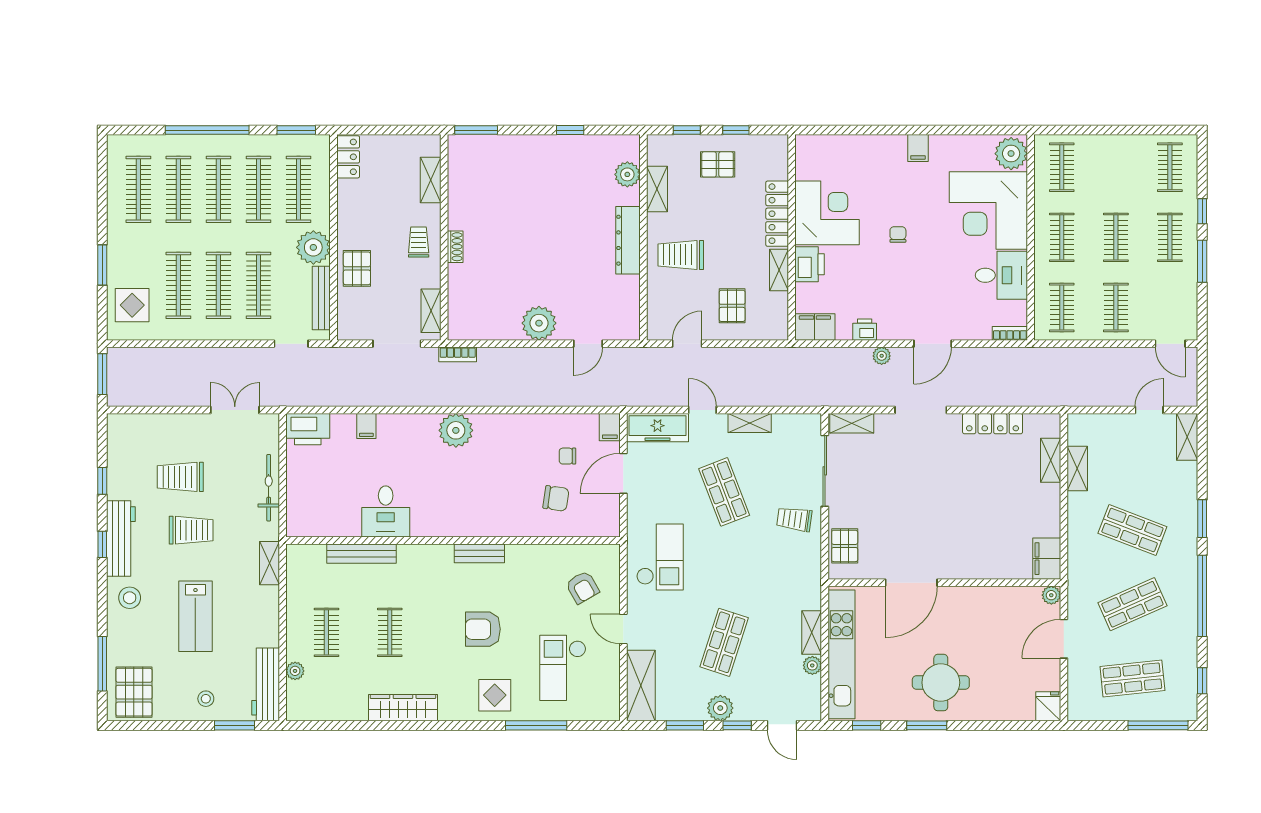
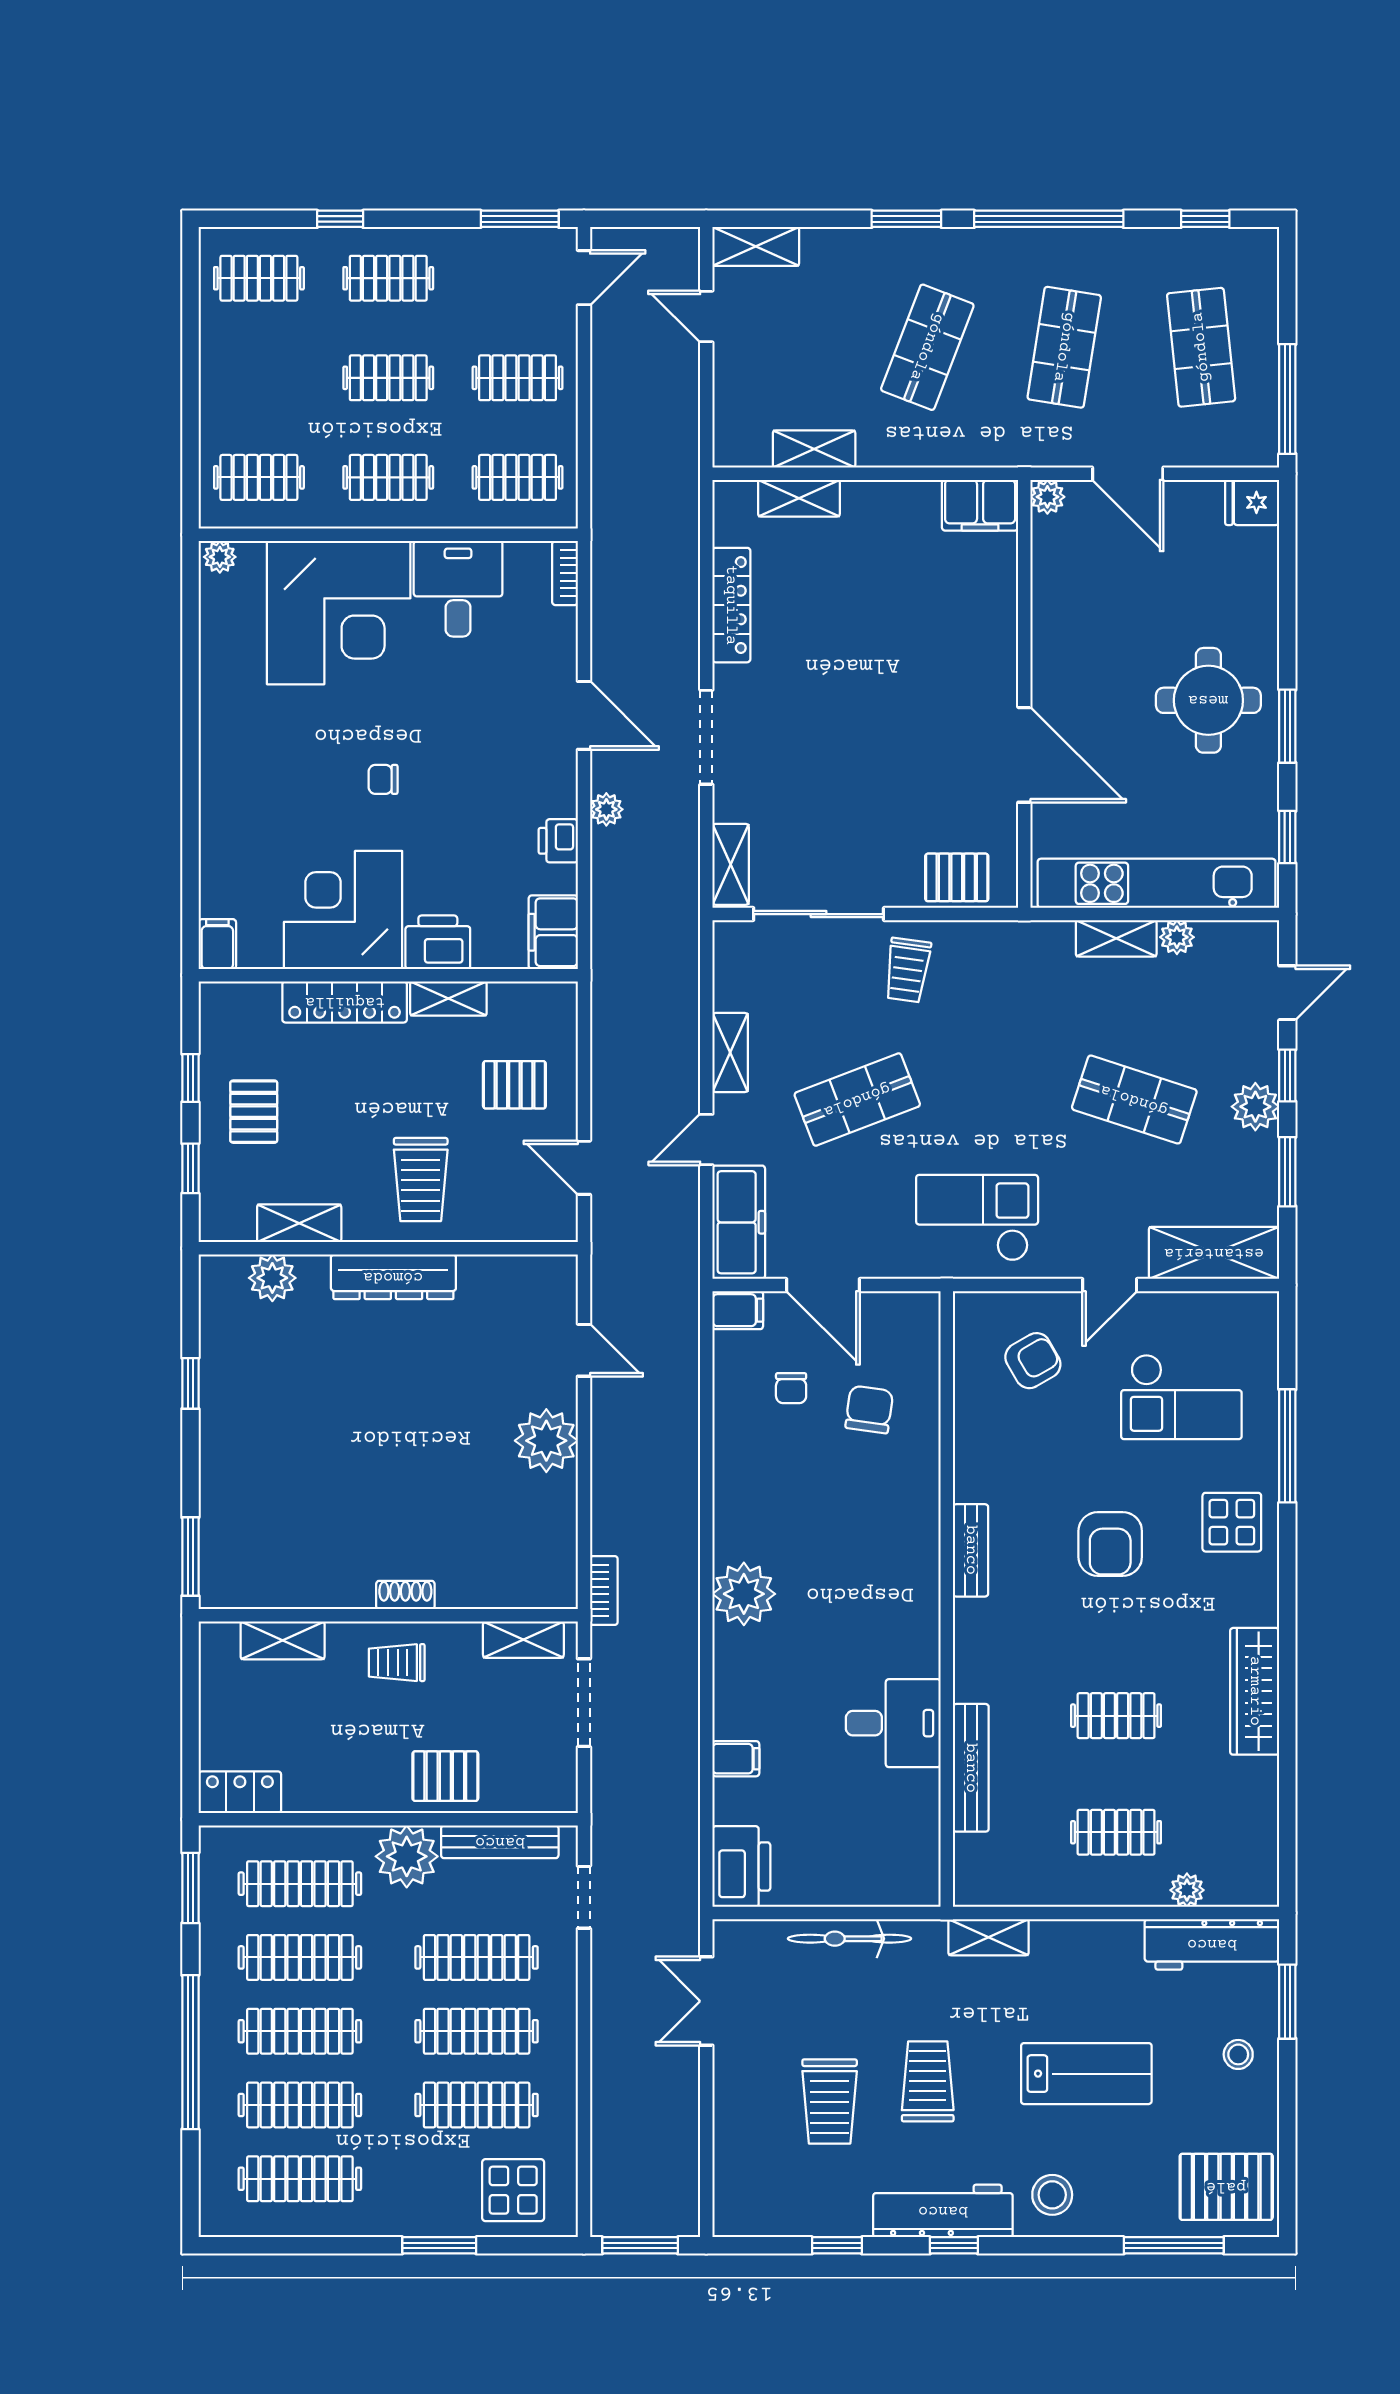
filing cabinet: (918, 148) -> (217, 944), moved, turned -90
plant: (1011, 154) -> (220, 557), width x0.53, depth x0.53
window: (1202, 261) -> (520, 219), moved
shop shelf: (1132, 604) -> (1064, 347), turned 33
window: (1158, 725) -> (1287, 399), moved

